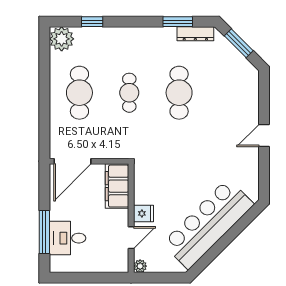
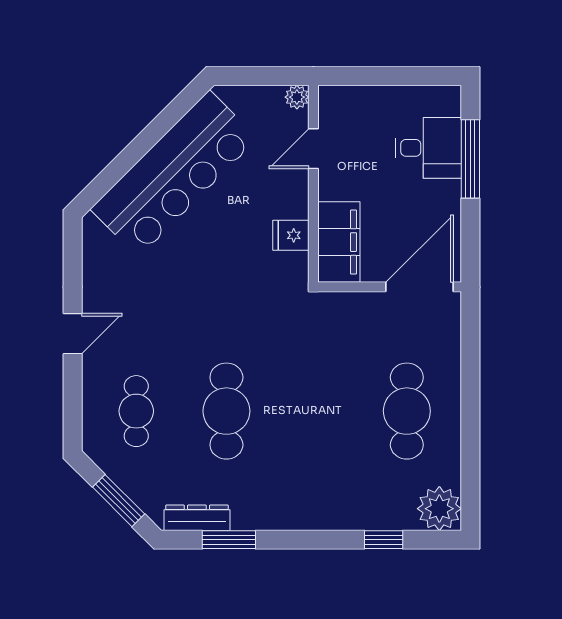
cafe table: (129, 93) -> (136, 411), moved
fridge: (144, 213) -> (291, 235), moved

